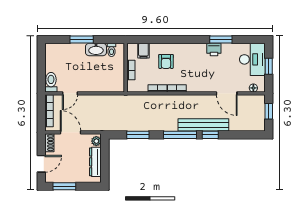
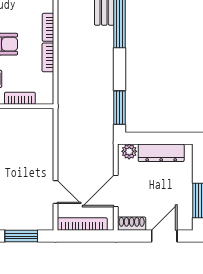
window: (41, 71) -> (21, 236), added
toilet: (51, 82) -> (38, 221), removed
window: (138, 135) -> (120, 108), moved
door: (41, 164) -> (164, 236), hinge flipped

